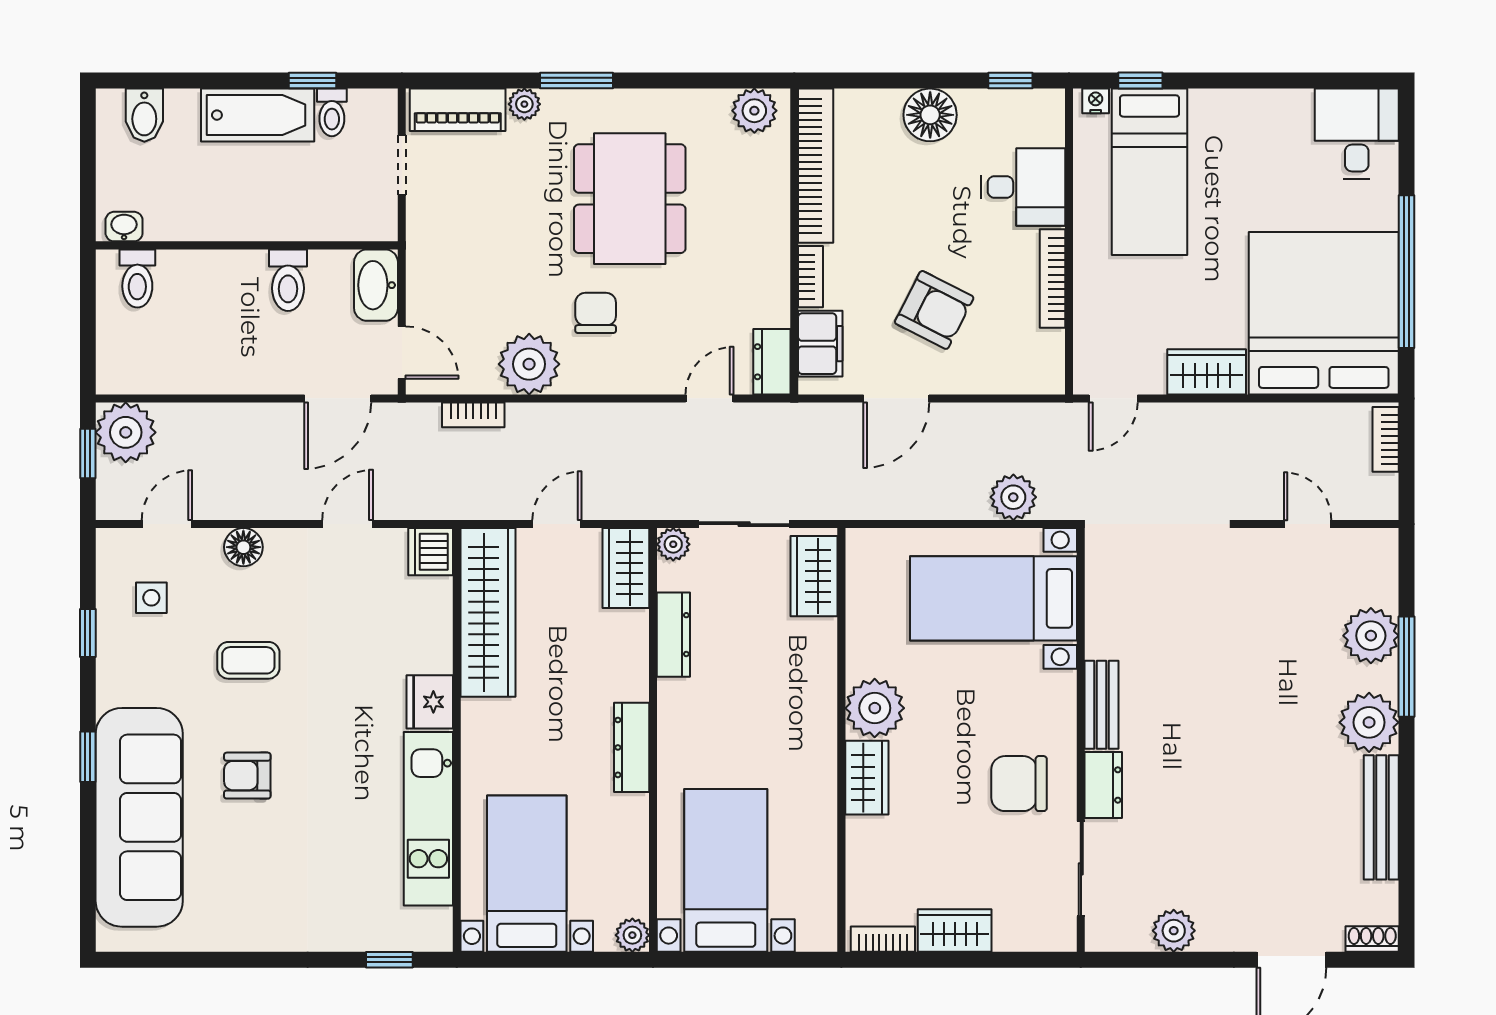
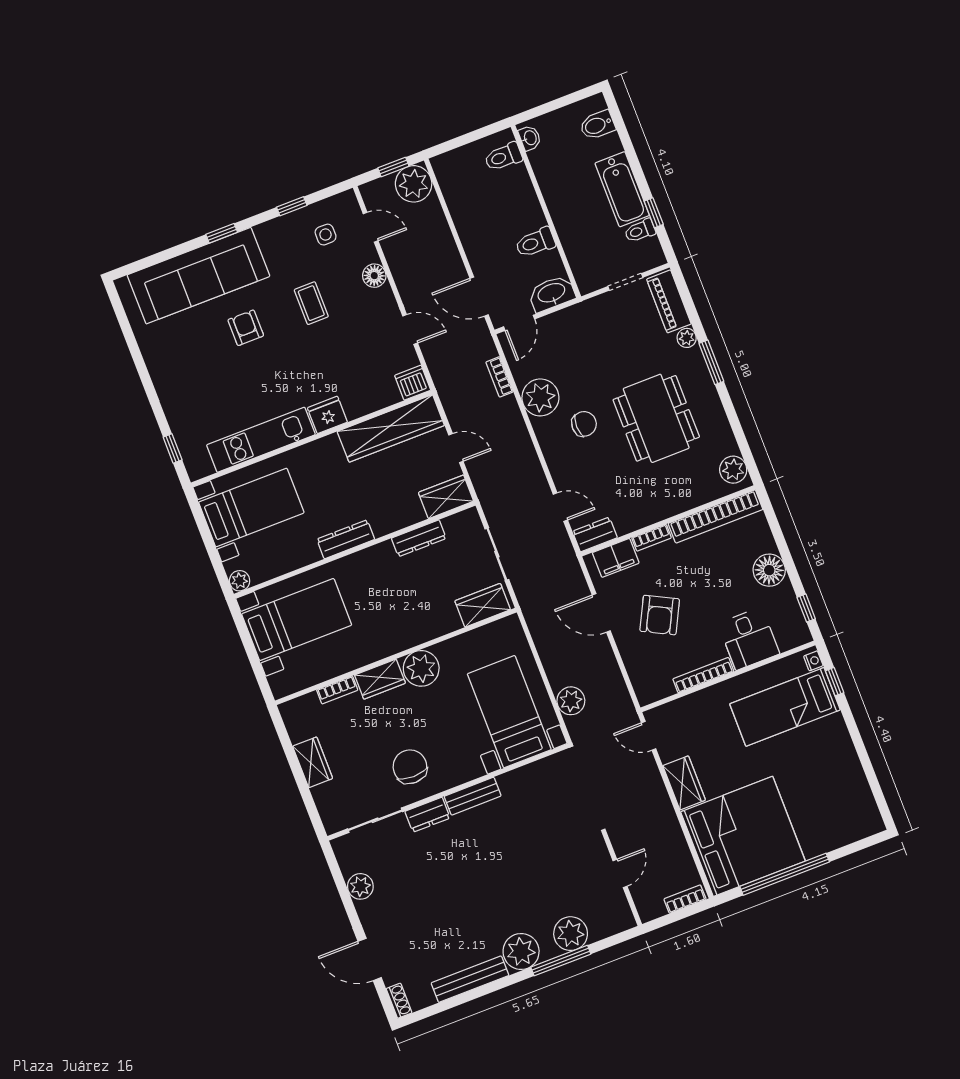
desk: (1357, 134) -> (852, 816), removed
dining table: (630, 199) -> (656, 418), turned 90
plant: (673, 544) -> (470, 518), removed
bookcase: (883, 939) -> (337, 690), moved, turned 90

